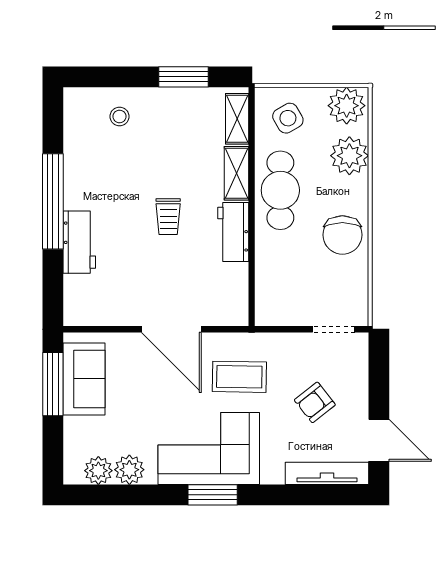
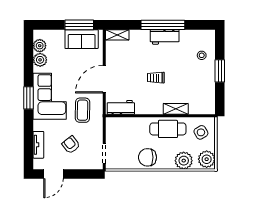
window: (184, 77) -> (220, 71), moved
shelving: (237, 119) -> (117, 35), moved
workbench: (233, 232) -> (121, 107), moved
workbench: (79, 242) -> (165, 37), moved
tv unit: (327, 473) -> (38, 145), width x0.71

